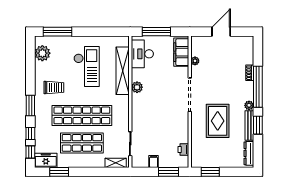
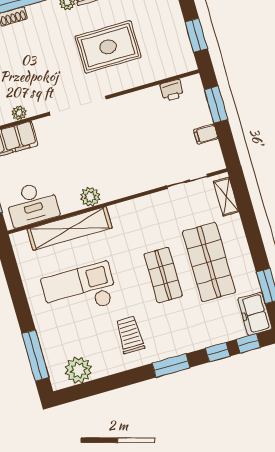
shop shelf: (82, 115) -> (163, 275), width x0.50, depth x0.74

